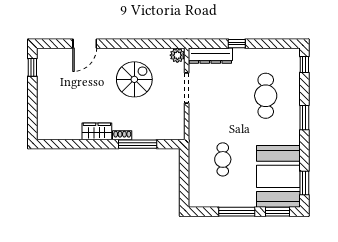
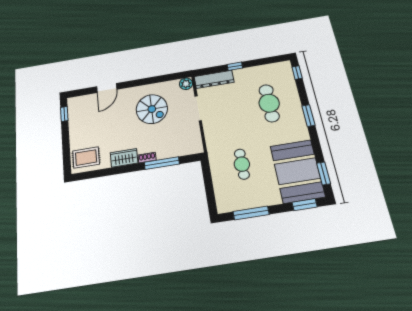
spiral stairs: (134, 79) -> (152, 109), turned 90
rug: (54, 124) -> (86, 158), added
window: (237, 212) -> (251, 213), moved

